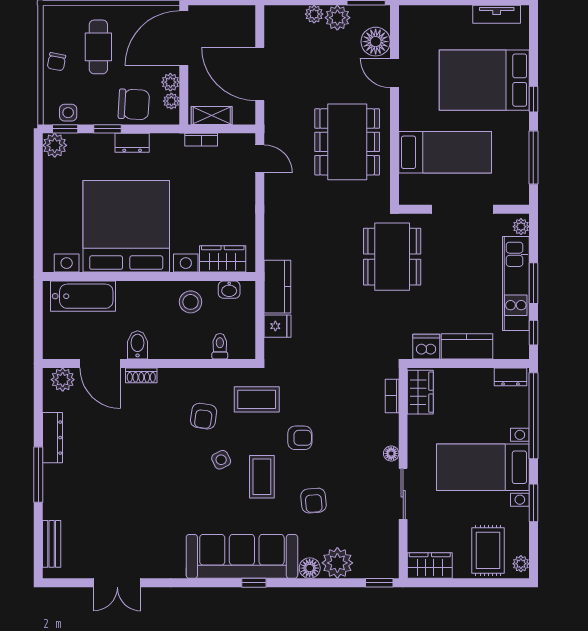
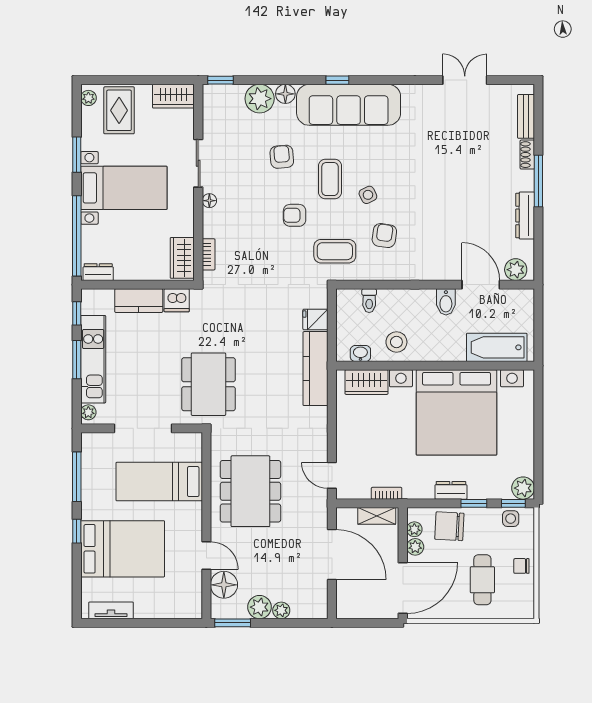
chair: (56, 62) -> (521, 566), turned -101
kitchen counter: (277, 287) -> (315, 369), width x1.50
shoe rack: (141, 375) -> (527, 155), moved, turned -90

